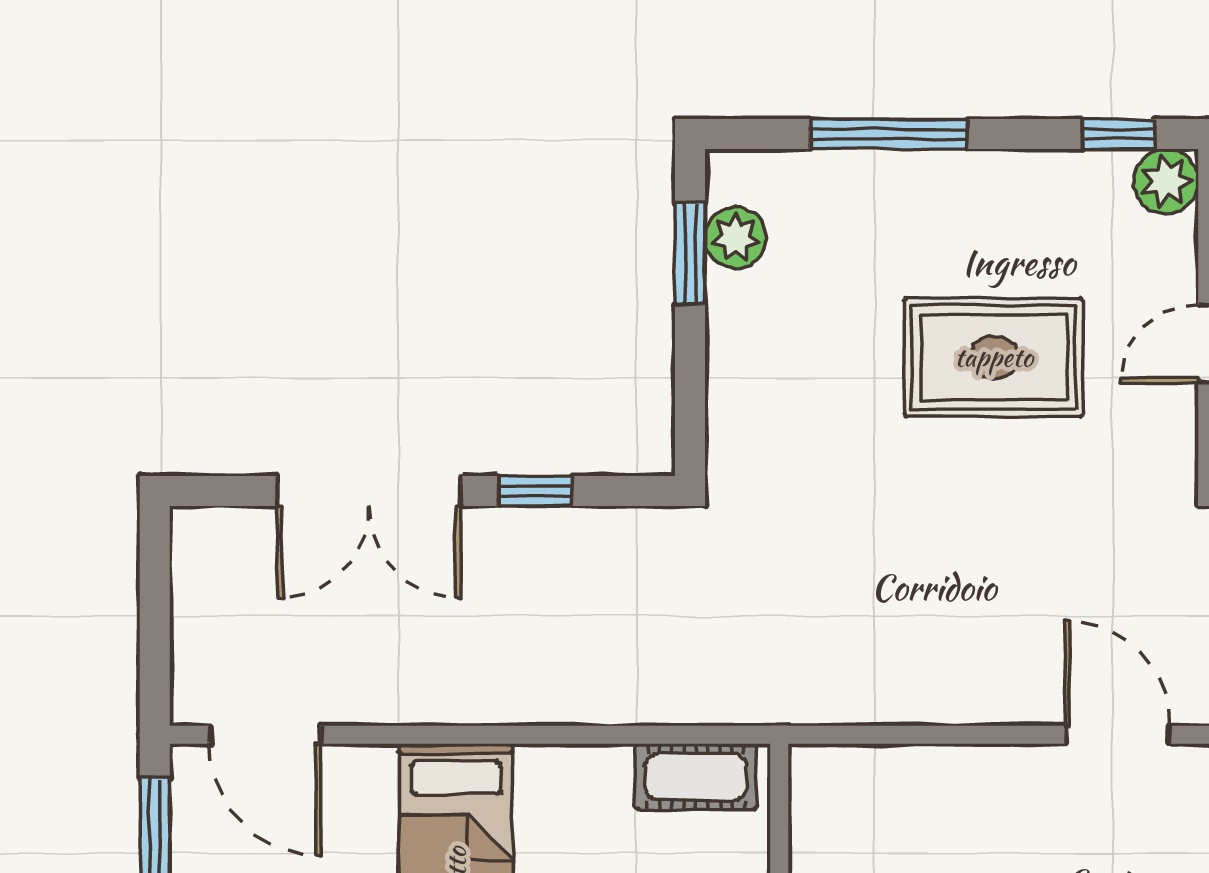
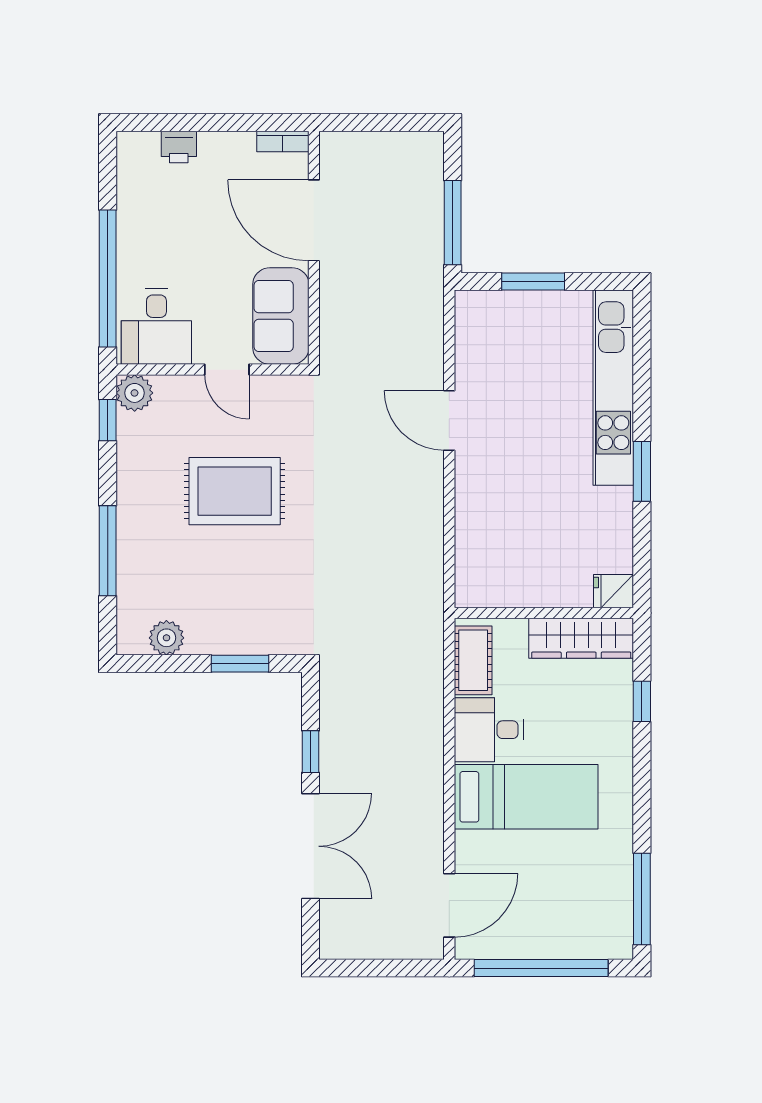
window: (690, 254) -> (240, 664), moved
rug: (994, 357) -> (235, 491), turned 90
door: (1118, 735) -> (449, 420), hinge flipped
desk: (574, 805) -> (489, 730), added

